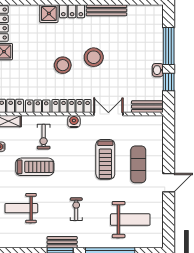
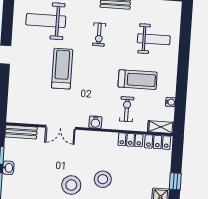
locker: (72, 106) -> (97, 138), removed
treadmill: (105, 159) -> (62, 69), moved
exercise mat: (138, 164) -> (34, 75), removed
treadmill: (35, 167) -> (138, 80), turned 180

